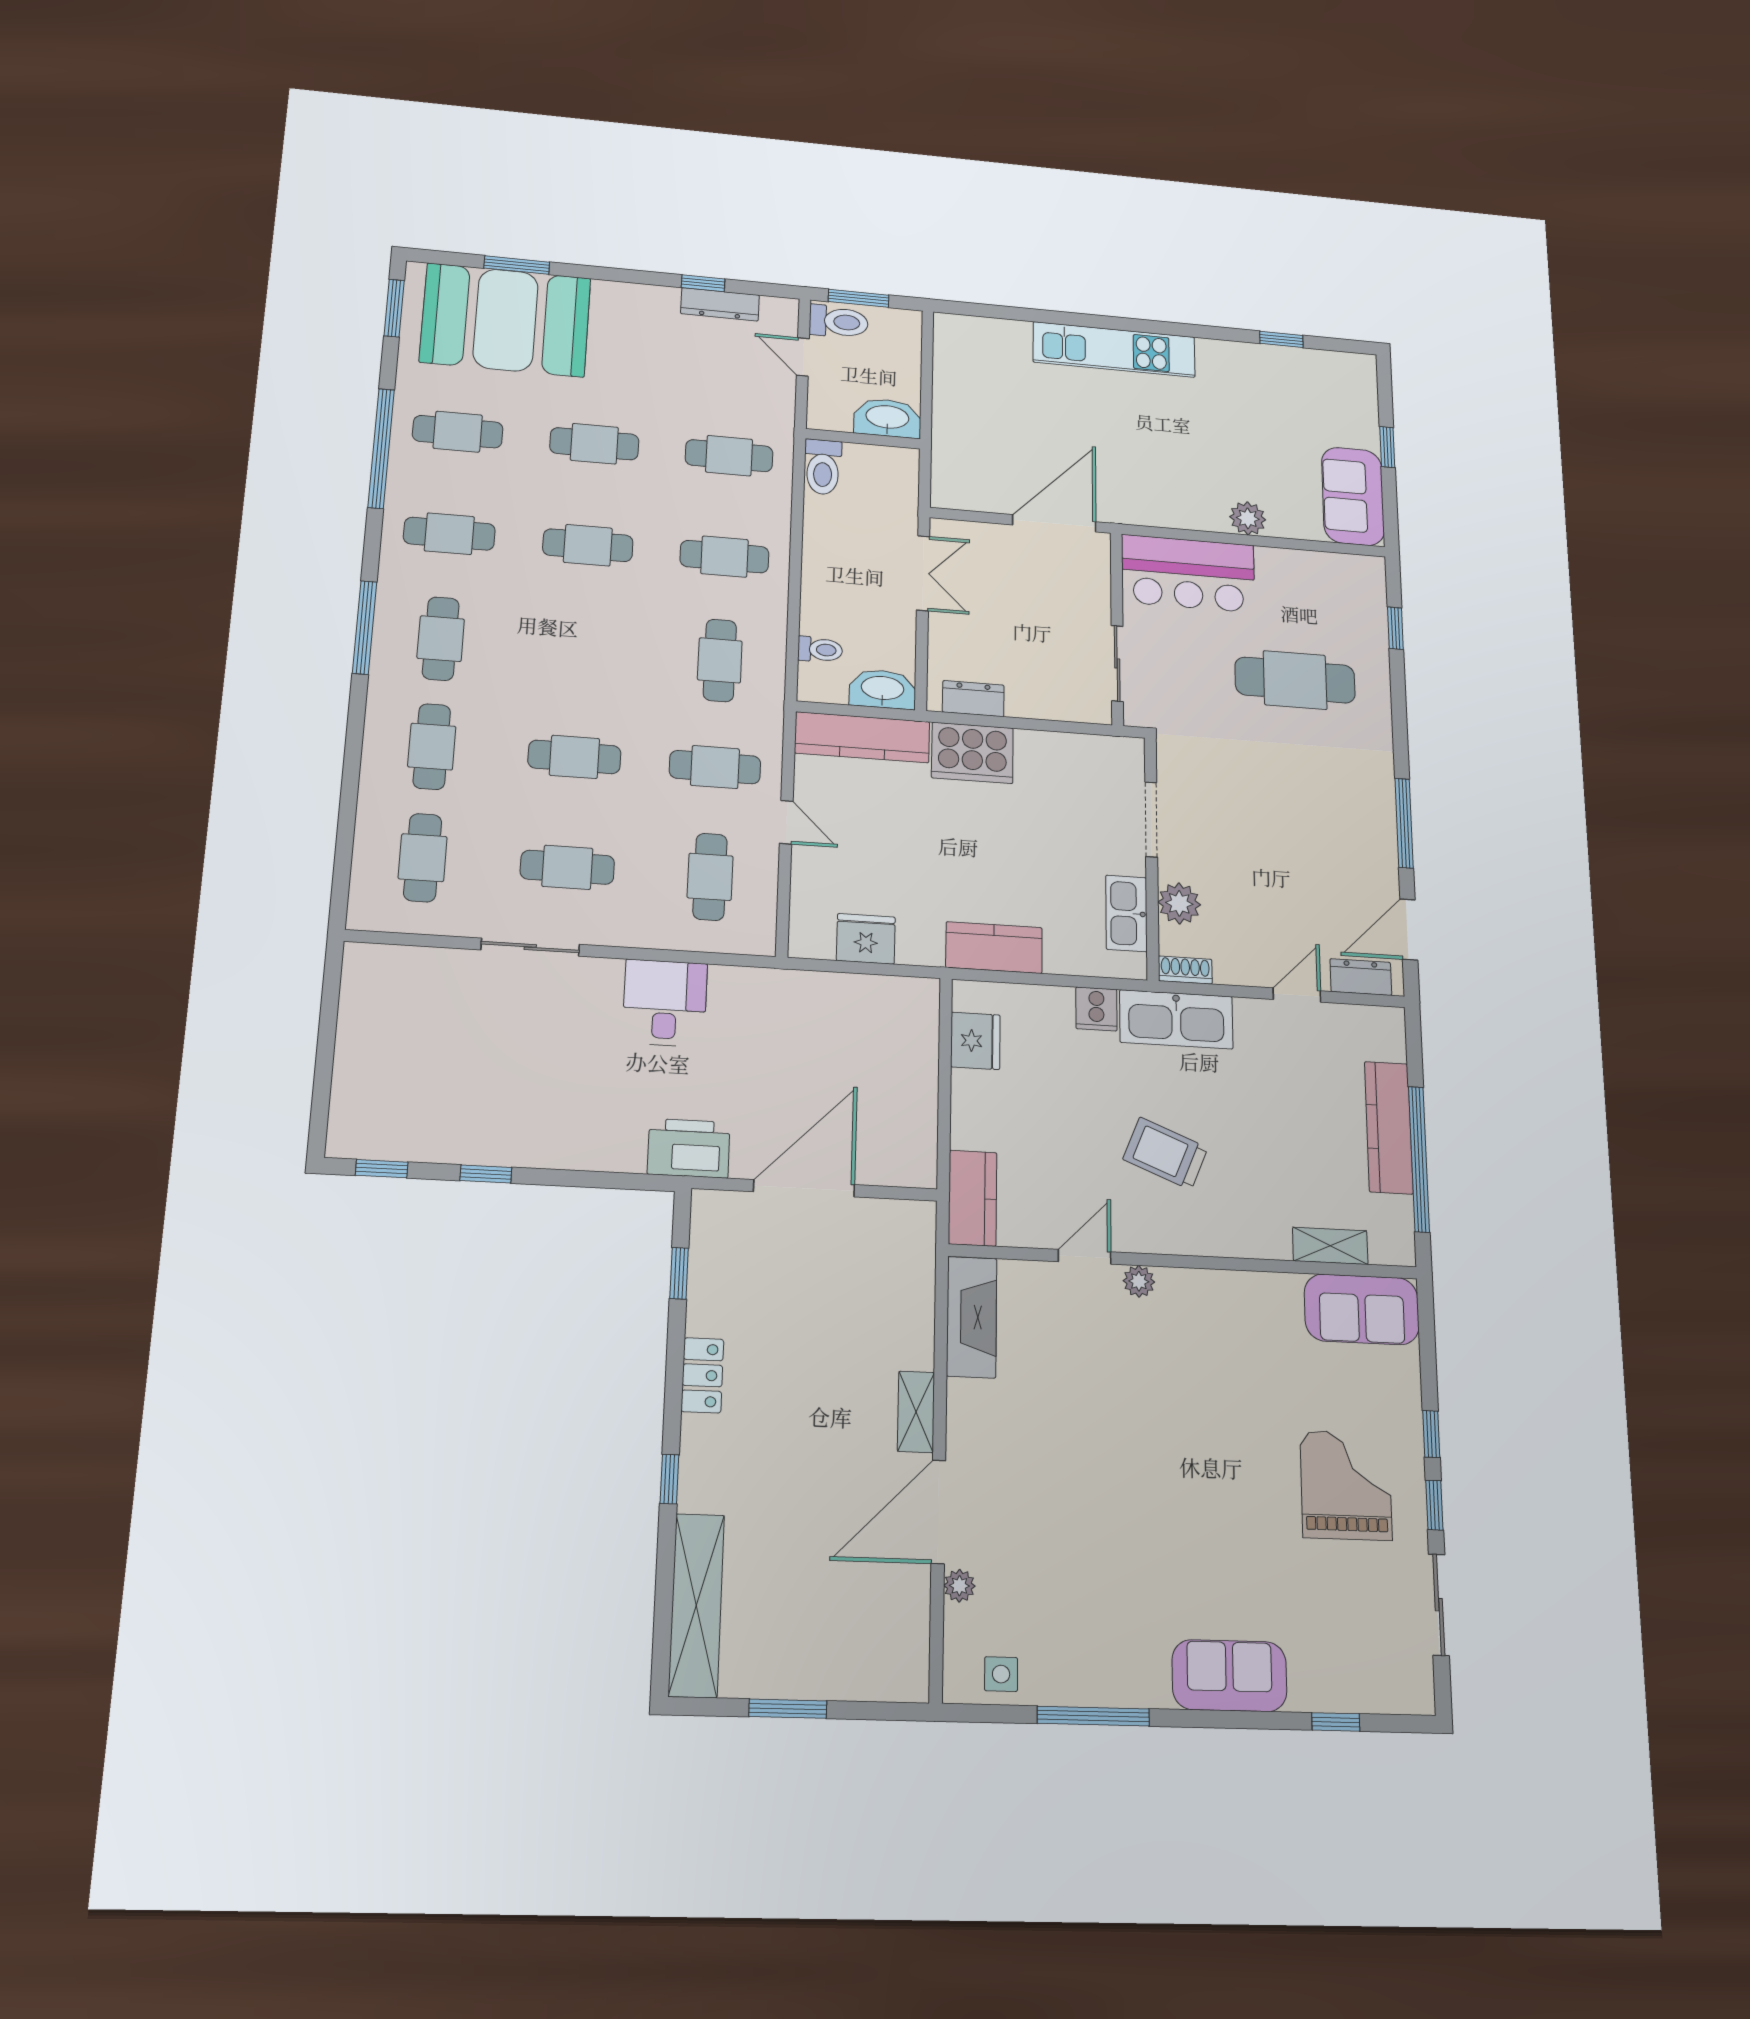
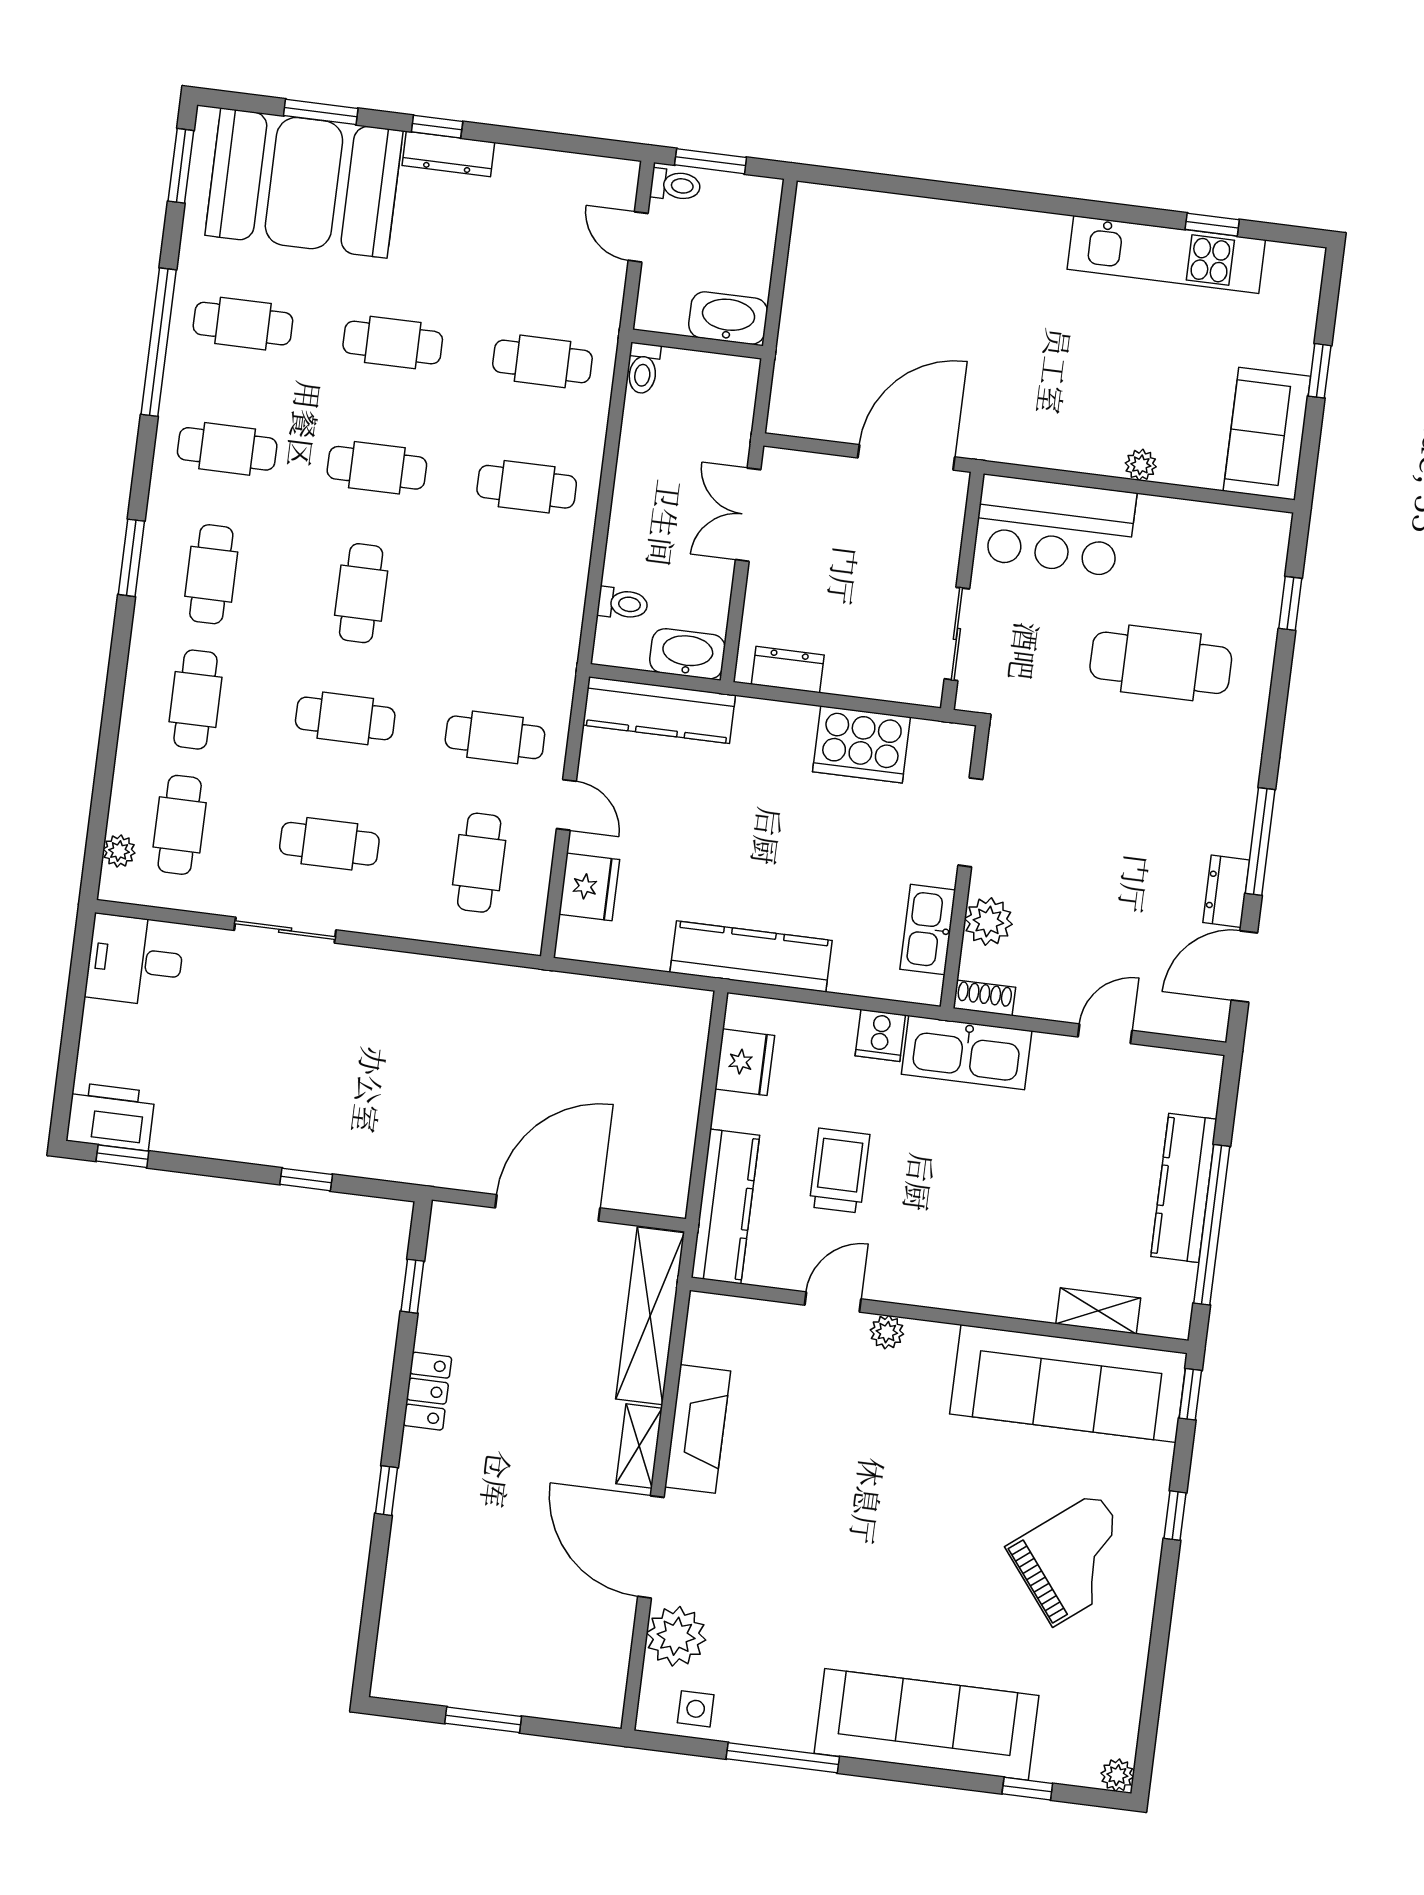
window: (703, 283) -> (437, 127), moved
dresser: (720, 304) -> (448, 154), moved
toilet: (839, 322) -> (676, 185), width x0.73, depth x0.72
kitchen unit: (1114, 349) -> (1166, 255), moved
toilet: (823, 467) -> (643, 368), width x0.73, depth x0.72
plant: (1248, 518) -> (1141, 465), width x0.73, depth x0.73
double door: (923, 573) -> (748, 515), swing flipped
window: (365, 627) -> (131, 558), width x0.69
cafe table: (720, 660) -> (361, 593), moved
cooker: (972, 753) -> (861, 744), moved
plant: (365, 884) -> (119, 851), added
fridge: (866, 939) -> (589, 887), moved, turned 90
kitchen counter: (994, 948) -> (751, 956), width x1.50
dresser: (1361, 977) -> (1226, 891), moved, turned -90
desk: (665, 1003) -> (135, 960), moved, turned -90
printer: (689, 1148) -> (111, 1117), moved
trolley: (1165, 1153) -> (839, 1171), moved, turned 68
window: (486, 1174) -> (306, 1179), moved
kitchen counter: (973, 1198) -> (725, 1207), width x1.50
sofa: (1362, 1309) -> (1068, 1384), width x1.85, depth x1.27
fireplace: (972, 1317) -> (698, 1429), moved
grand piano: (1346, 1485) -> (1075, 1559), turned 52
window: (1434, 1505) -> (1190, 1394), moved
door: (938, 1512) -> (651, 1547), hinge flipped
plant: (959, 1586) -> (676, 1636), width x1.87, depth x1.87
shelving: (696, 1605) -> (650, 1316), moved
sliding door: (1439, 1605) -> (1153, 1687), removed
sofa: (1229, 1676) -> (927, 1724), width x1.85, depth x1.27
plant: (1419, 1698) -> (1117, 1775), added

